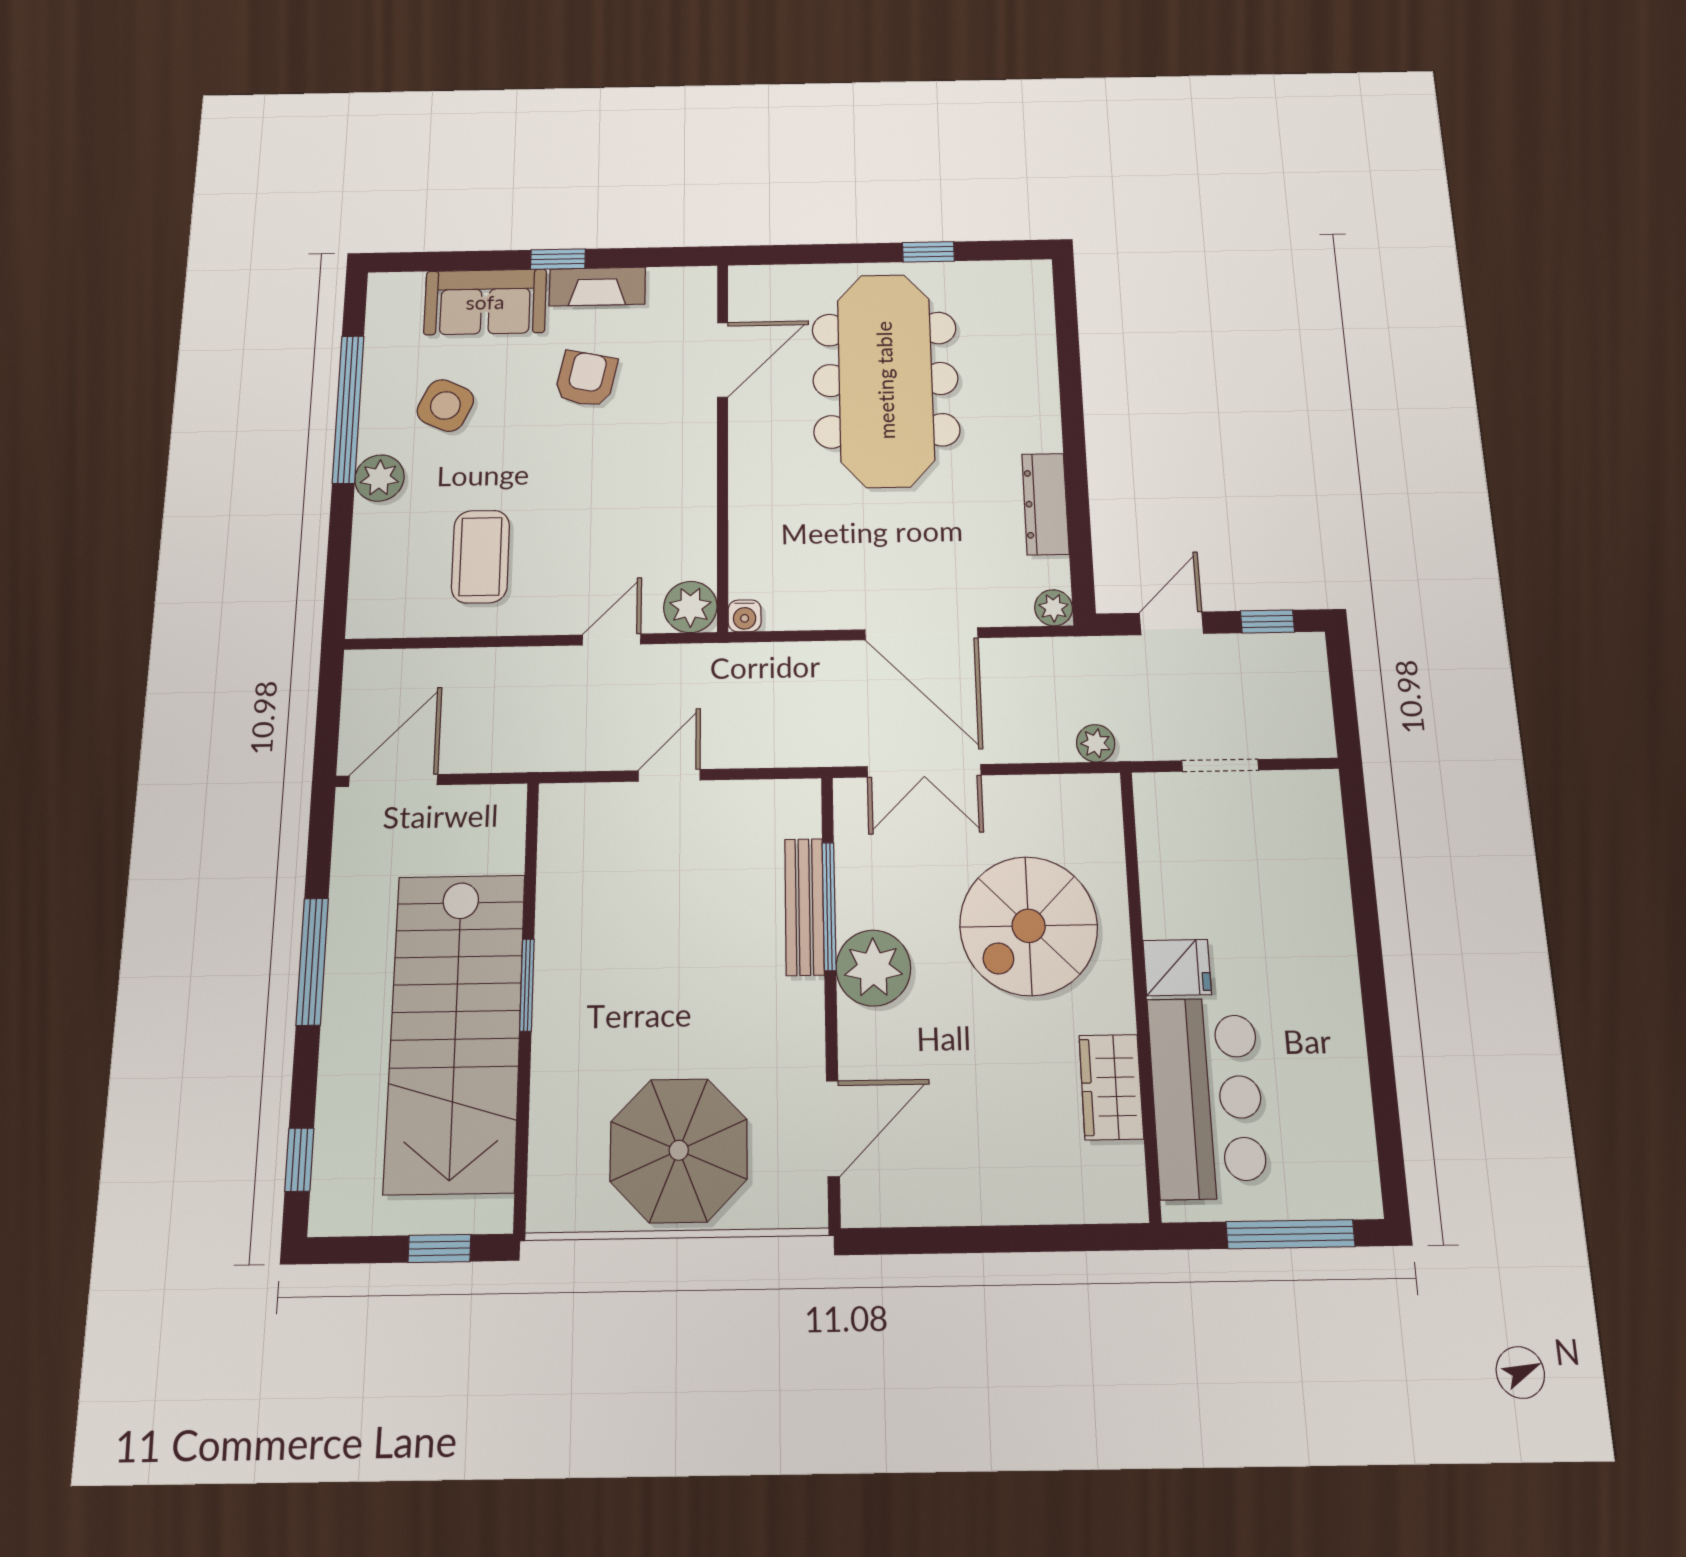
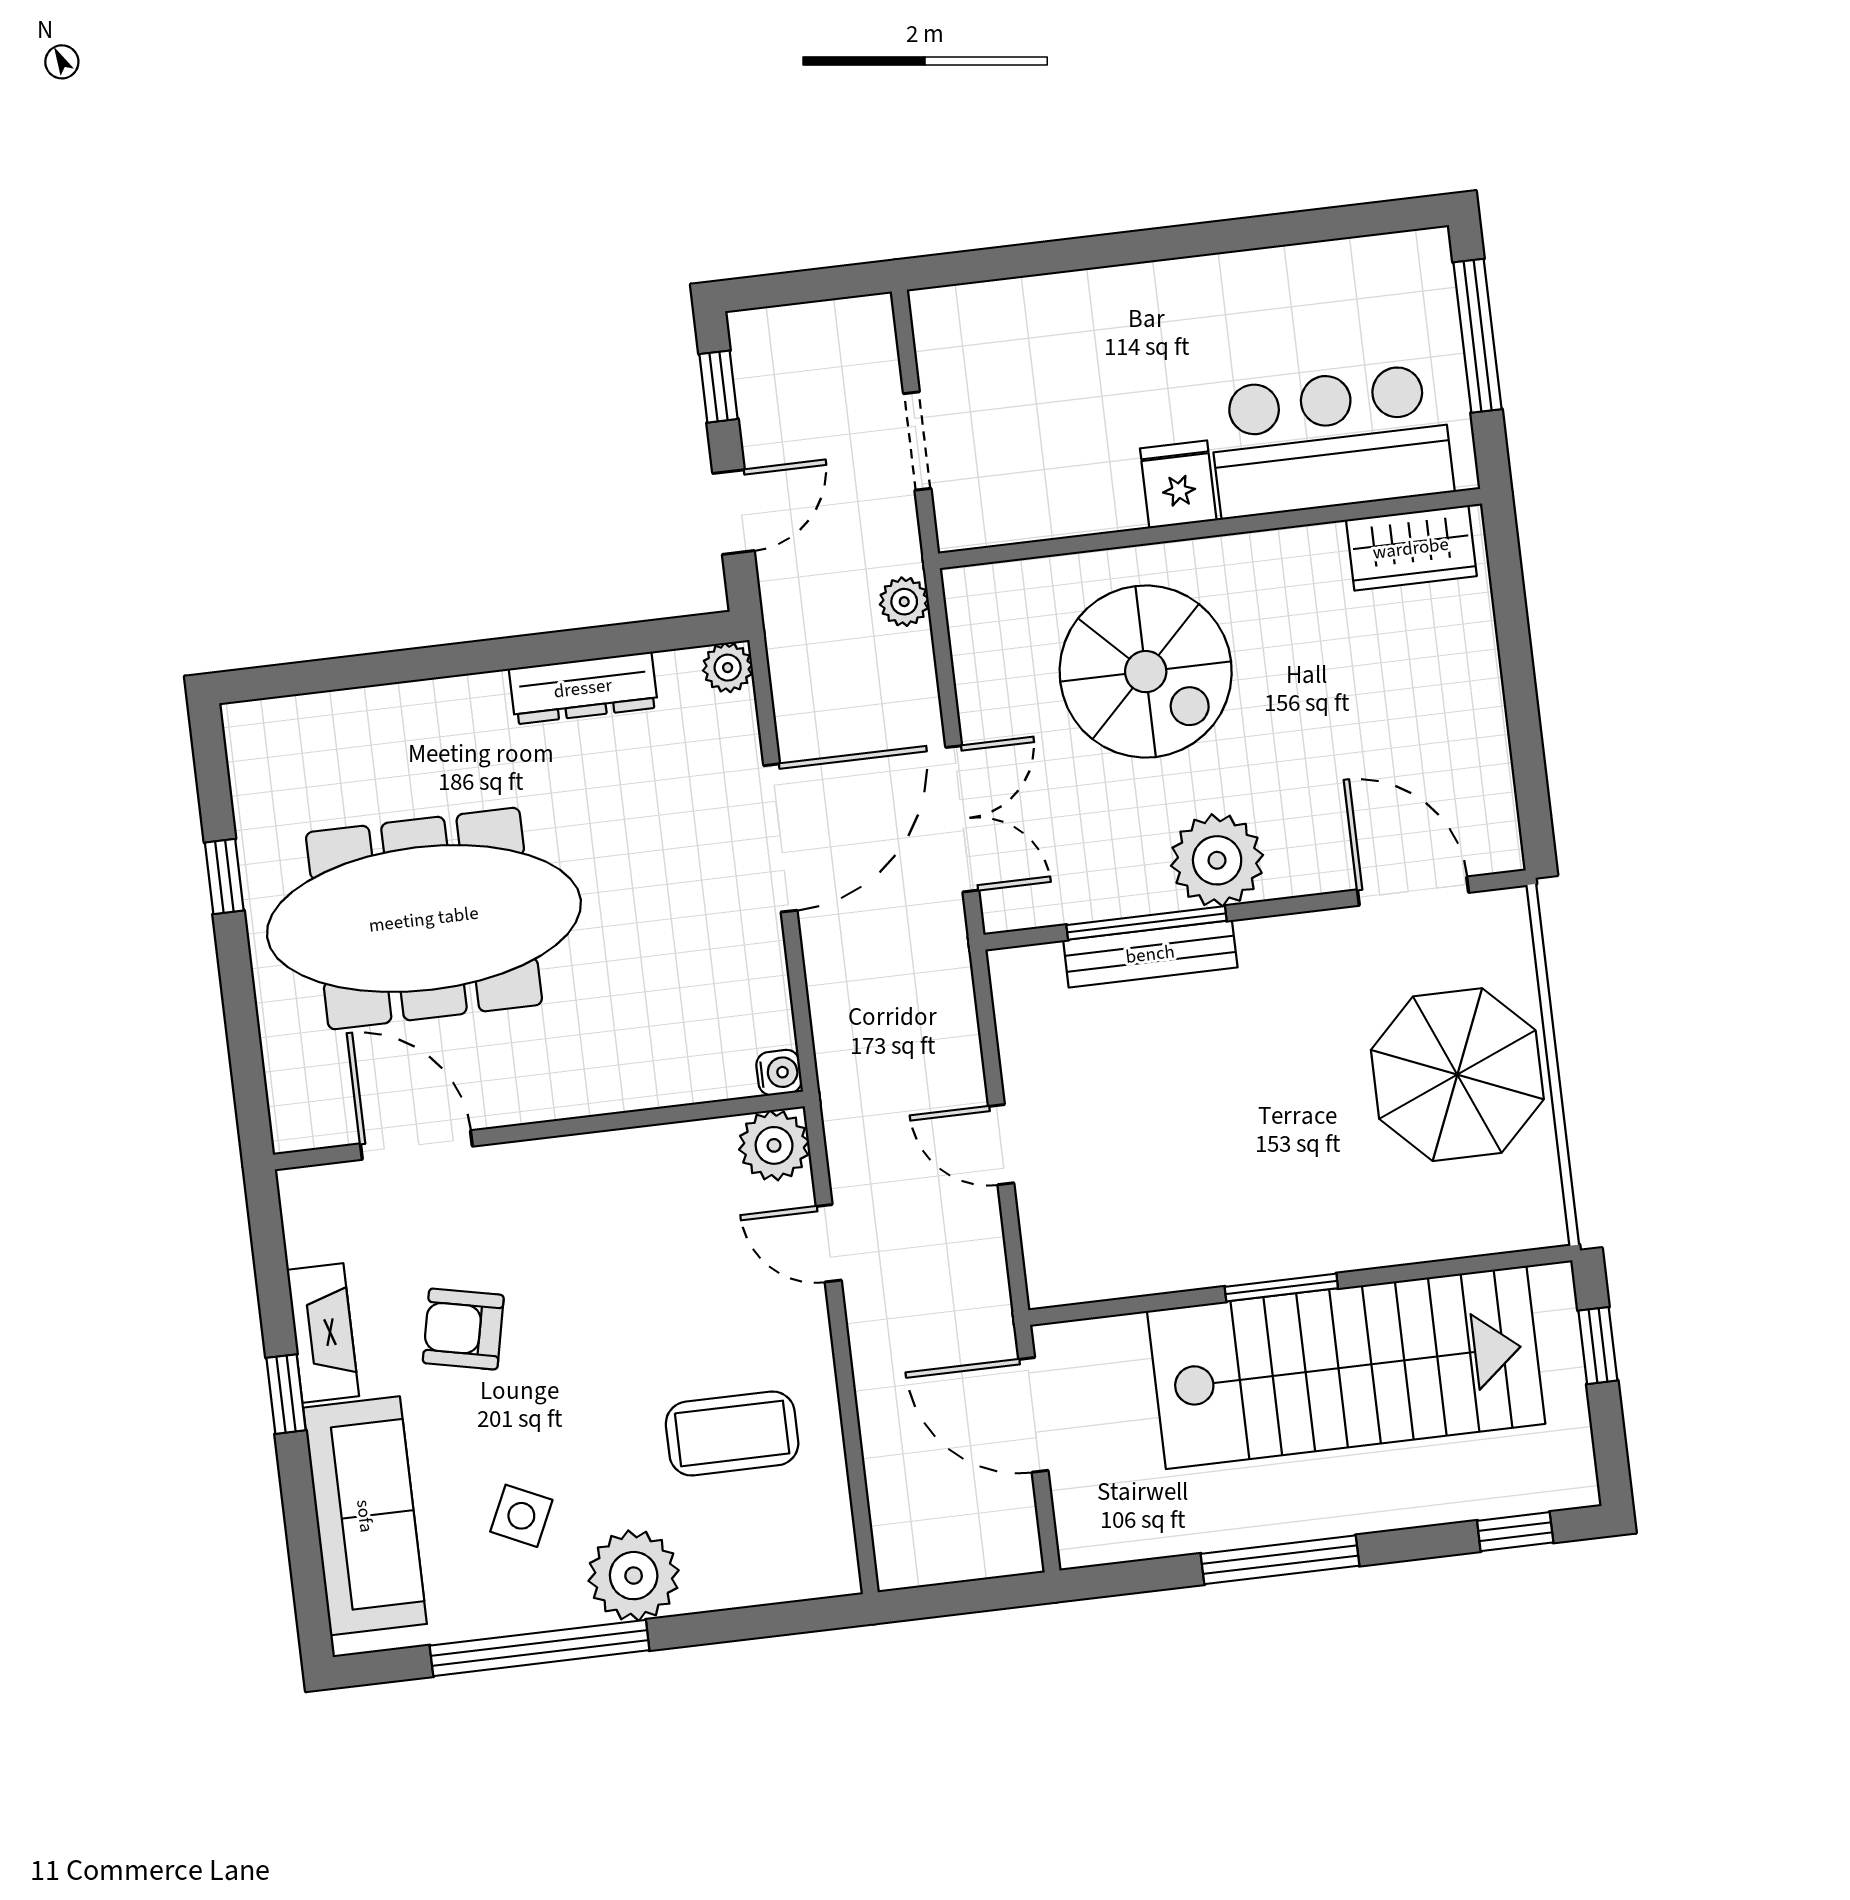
sofa: (485, 302) -> (365, 1516), width x1.36
side table: (445, 405) -> (521, 1516), width x0.73, depth x0.73
plant: (379, 478) -> (634, 1576), width x1.36, depth x1.36
door: (1171, 623) -> (733, 512), swing flipped
door: (393, 780) -> (1033, 1415), moved
wardrobe: (1111, 1087) -> (1411, 548), moved

